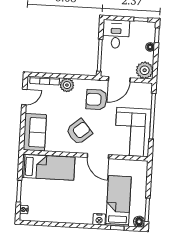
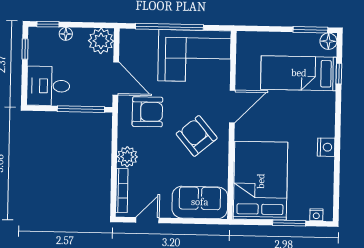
door: (24, 97) -> (147, 220), hinge flipped
armchair: (96, 99) -> (147, 112), turned -90
bed: (48, 167) -> (261, 181), width x1.50
nightstand: (99, 219) -> (326, 147), moved

